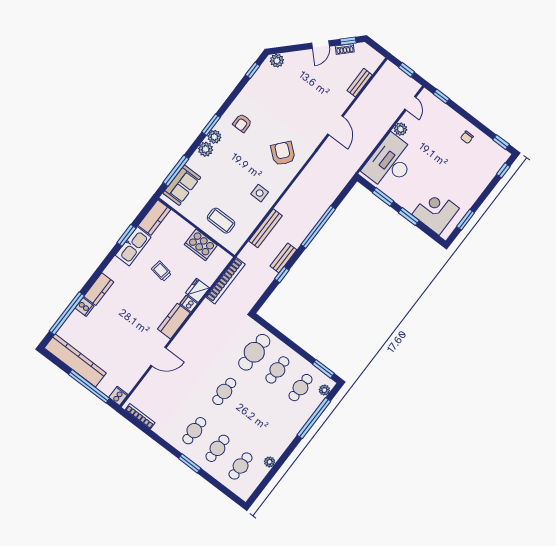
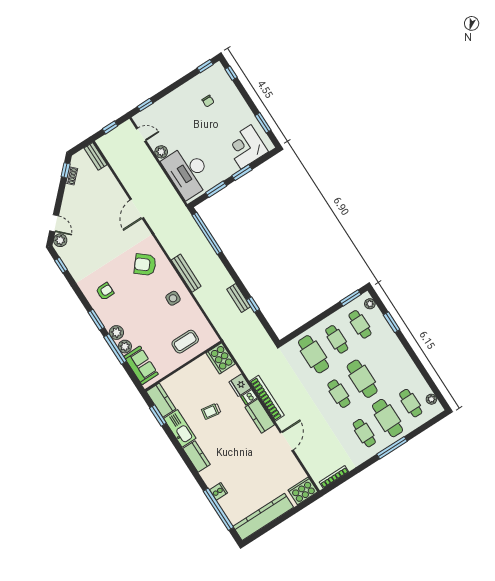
door: (320, 45) -> (54, 223), moved
bench: (360, 83) -> (96, 156), moved
armchair: (242, 123) -> (105, 291), turned -90
door: (335, 125) -> (137, 209), swing flipped
plant: (214, 137) -> (125, 347), moved
chair: (467, 137) -> (208, 101), moved
window: (176, 171) -> (115, 349), moved
window: (318, 227) -> (207, 233), moved
bench: (265, 228) -> (186, 273), moved
window: (126, 235) -> (158, 415), moved
cooker: (201, 245) -> (221, 358), moved, turned 90
bookcase: (225, 281) -> (267, 398), moved
kitchen counter: (99, 289) -> (196, 456), moved
window: (89, 386) -> (291, 513), removed
cooker: (118, 396) -> (303, 491), width x1.87, depth x1.31
cafe table: (247, 409) -> (362, 379), added
window: (314, 418) -> (392, 322), width x0.47
cafe table: (217, 448) -> (387, 418), width x1.37, depth x1.35
plant: (270, 462) -> (431, 399), moved
window: (190, 463) -> (392, 448), width x1.44

